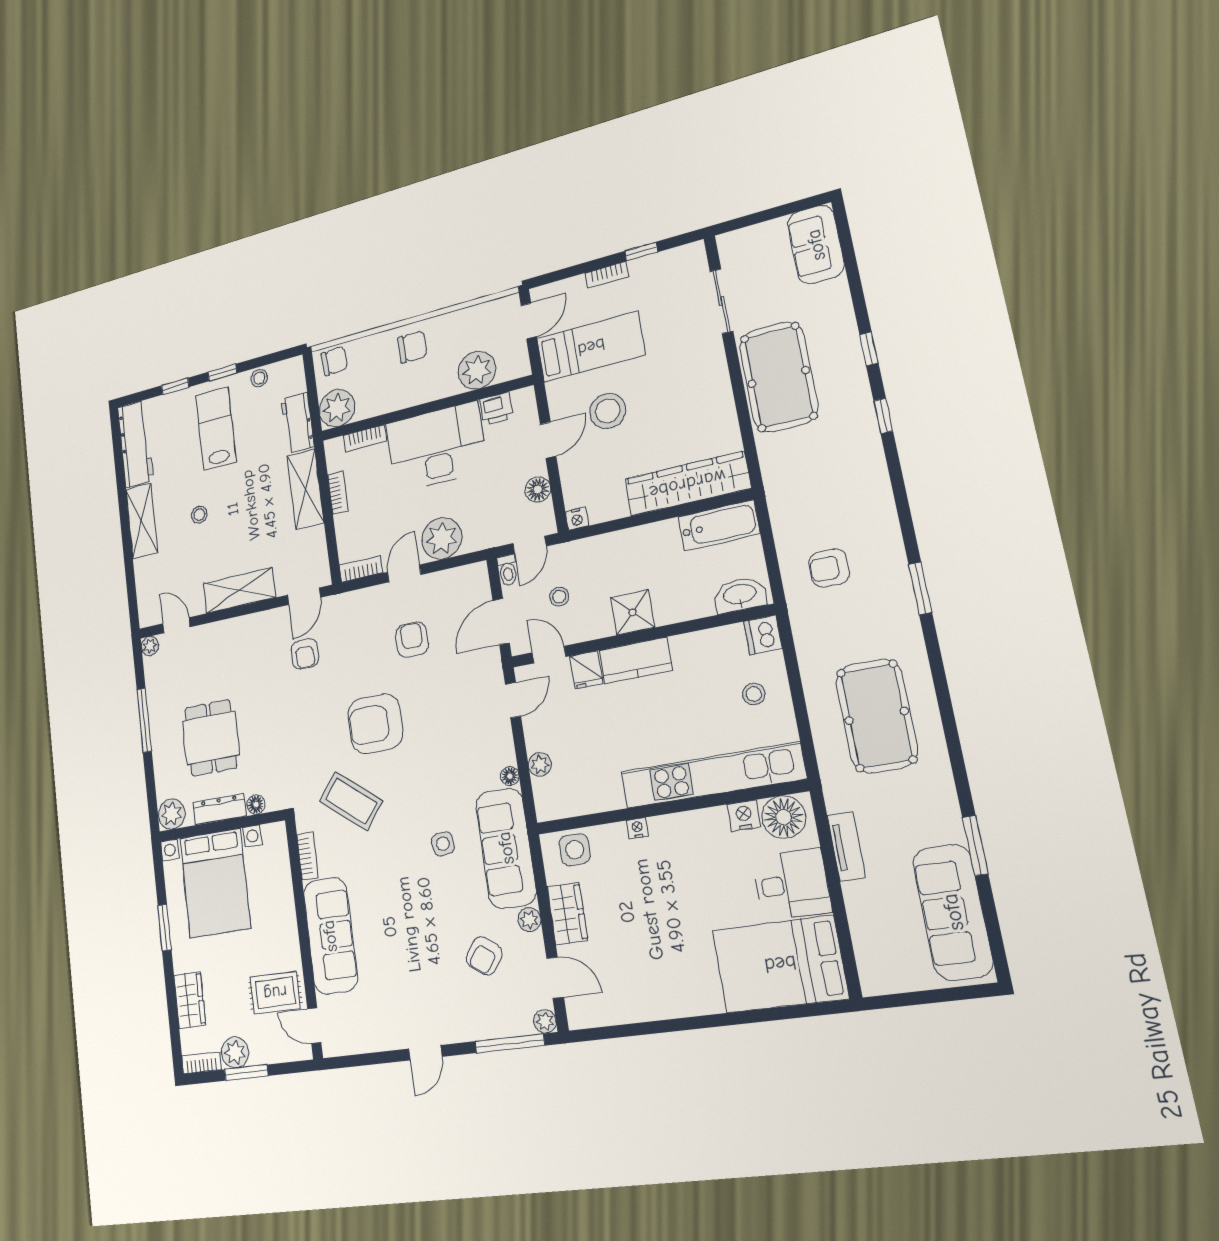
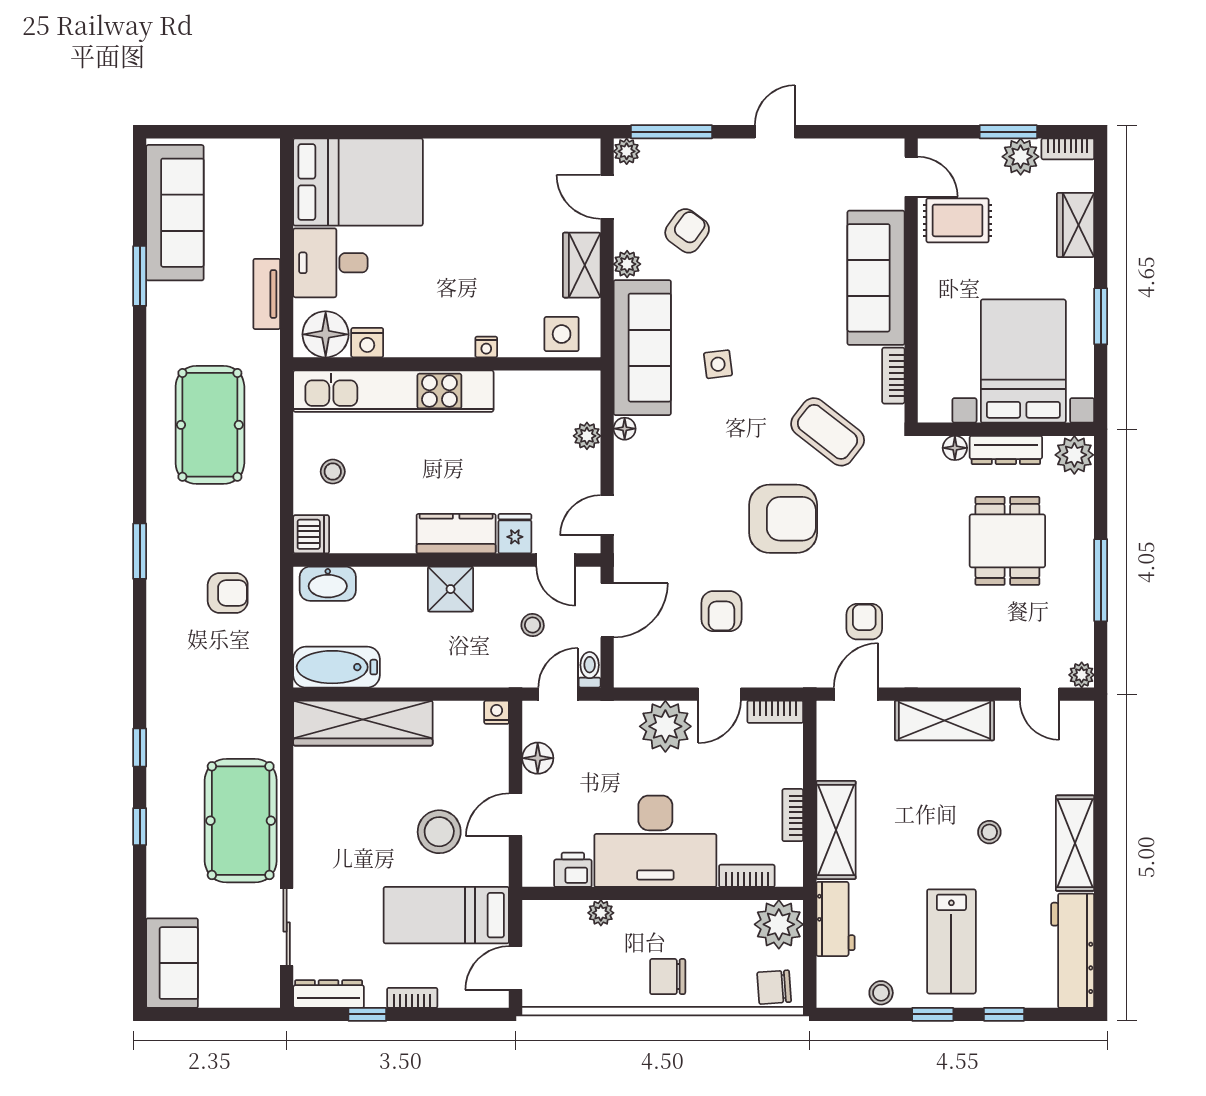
dresser: (676, 258) -> (329, 994), added
plant: (477, 370) -> (601, 913), width x0.53, depth x0.53

